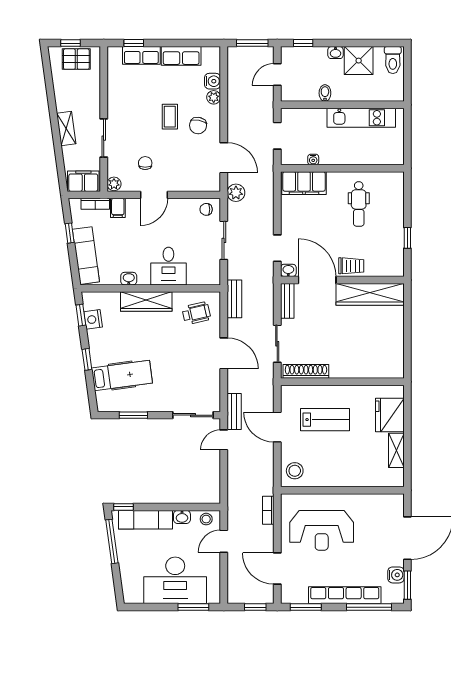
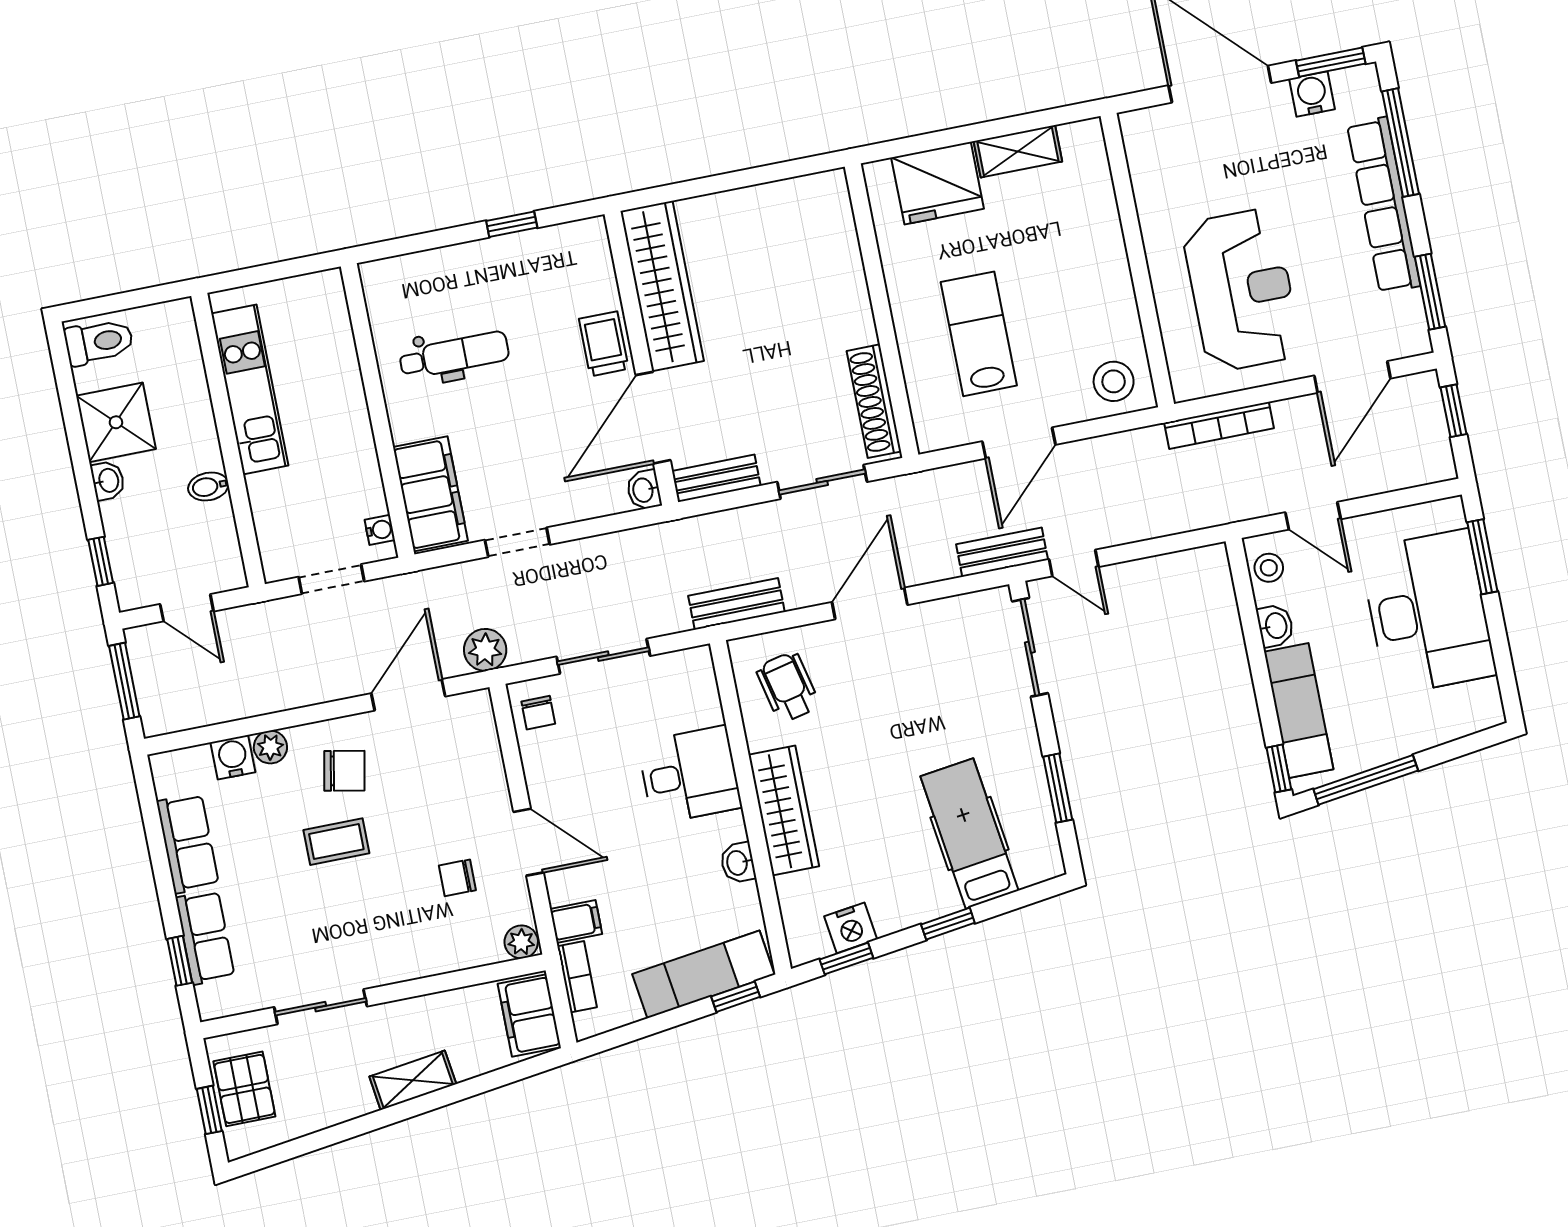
sliding door: (104, 138) -> (321, 1007), moved
water cooler: (313, 159) -> (380, 530), moved
window: (70, 233) -> (736, 997), moved
doorway: (277, 248) -> (517, 542), moved
bookcase: (268, 510) -> (1219, 425), width x1.56

